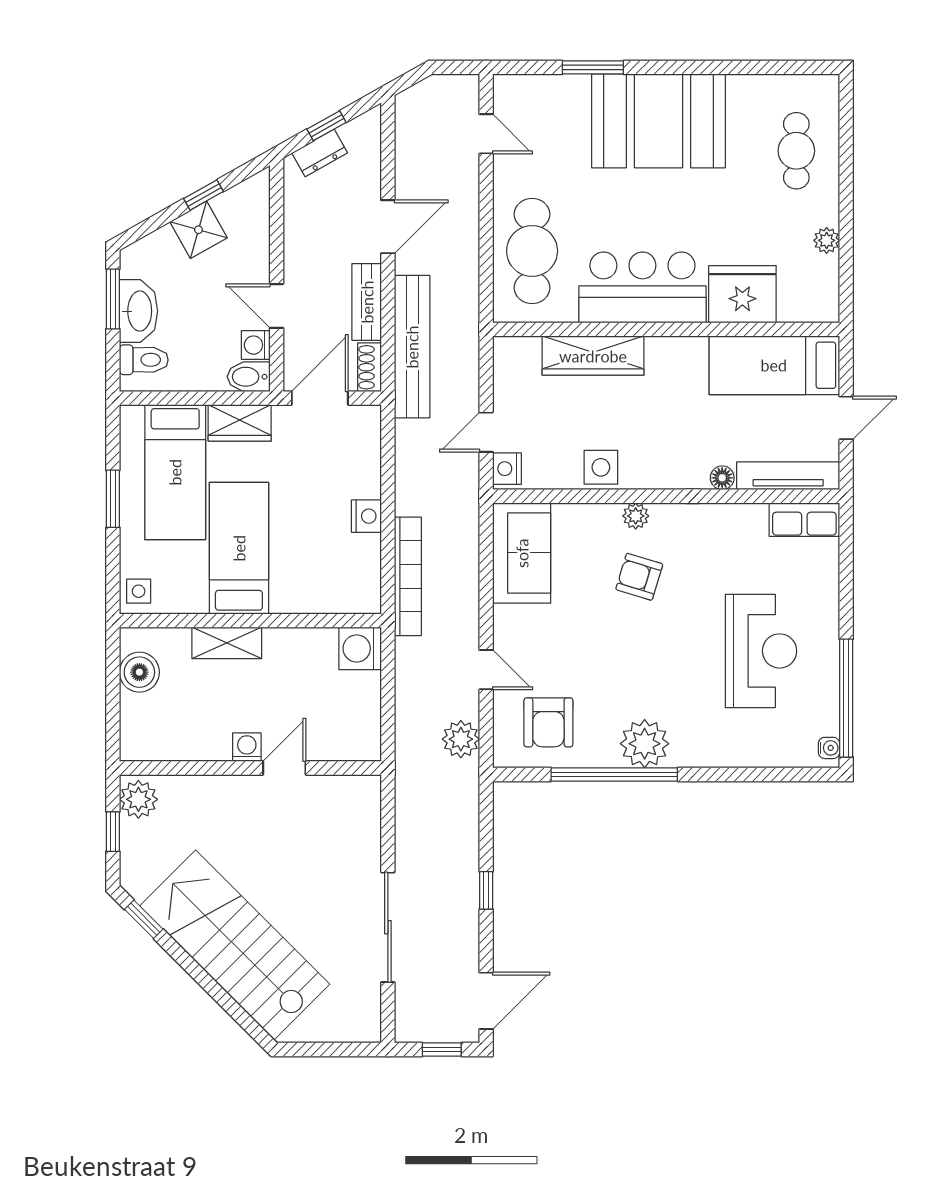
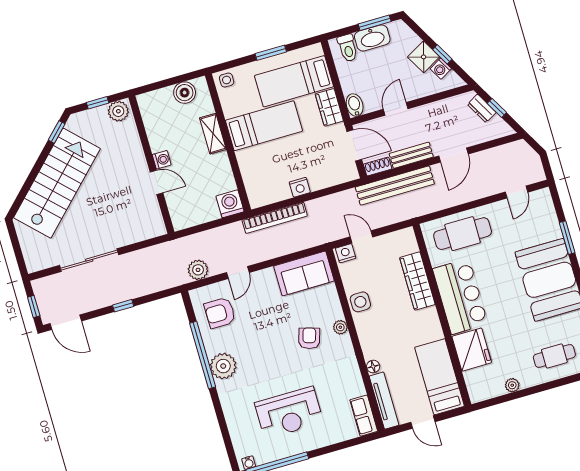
door: (388, 227) -> (454, 155), hinge flipped
washing machine: (256, 345) -> (441, 69), moved, turned -119

